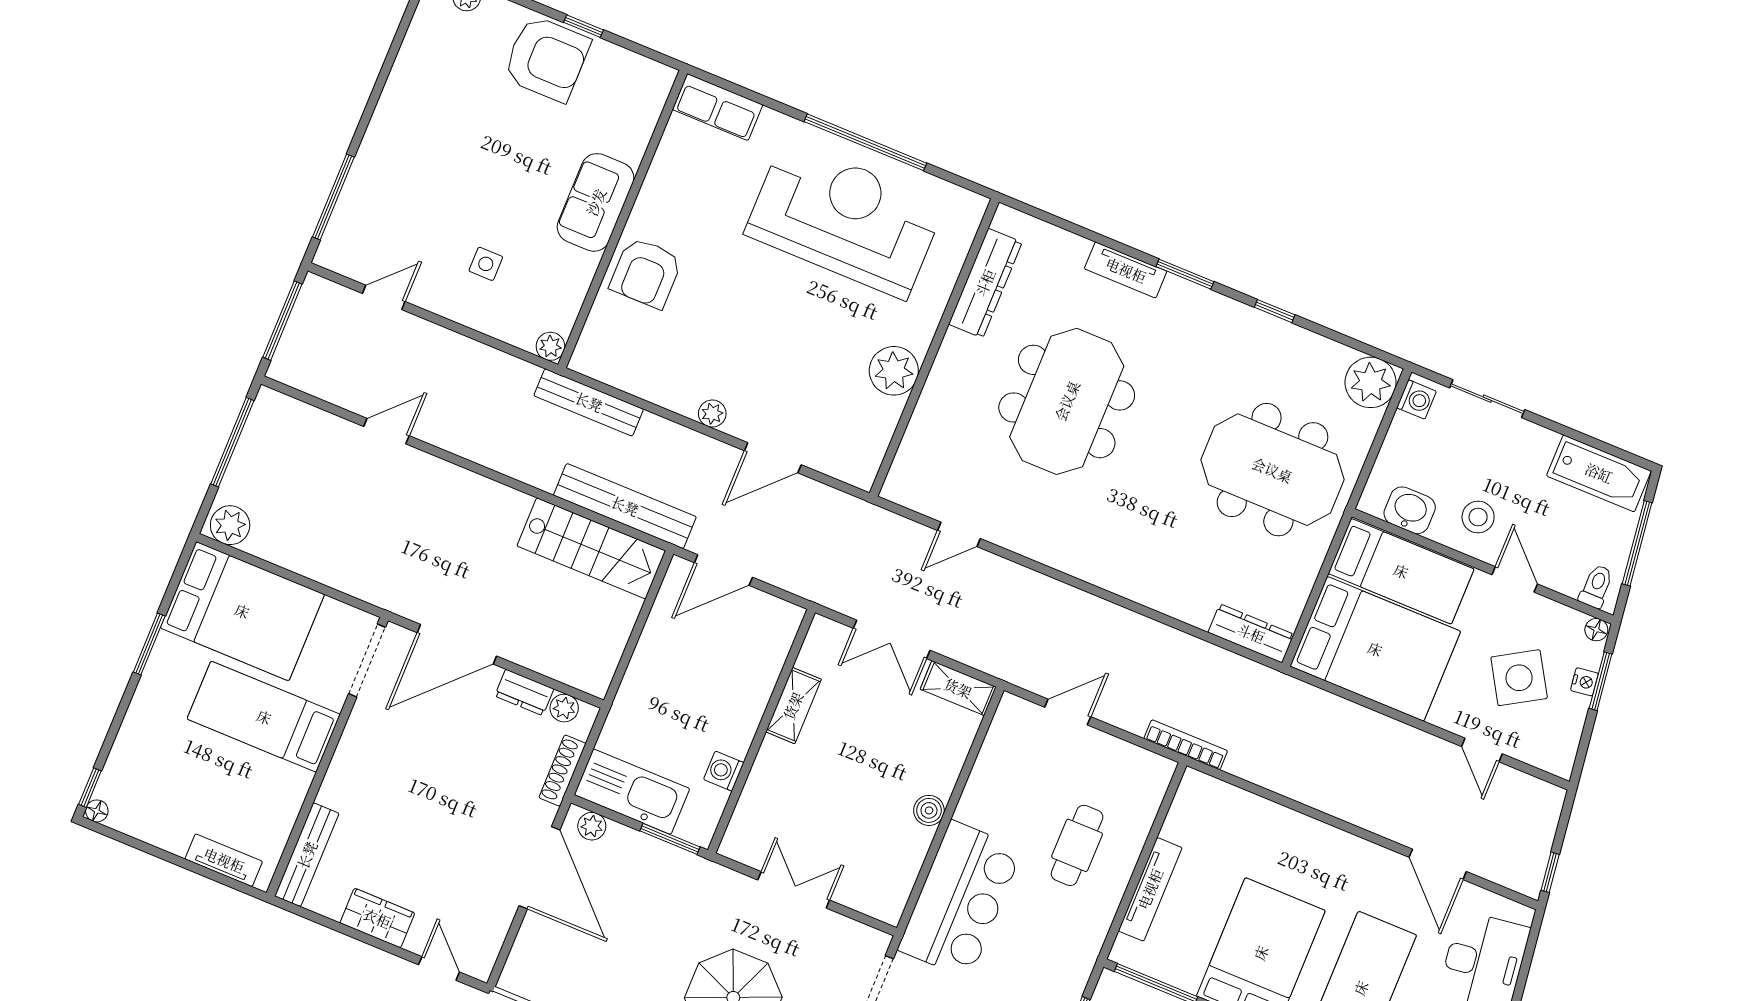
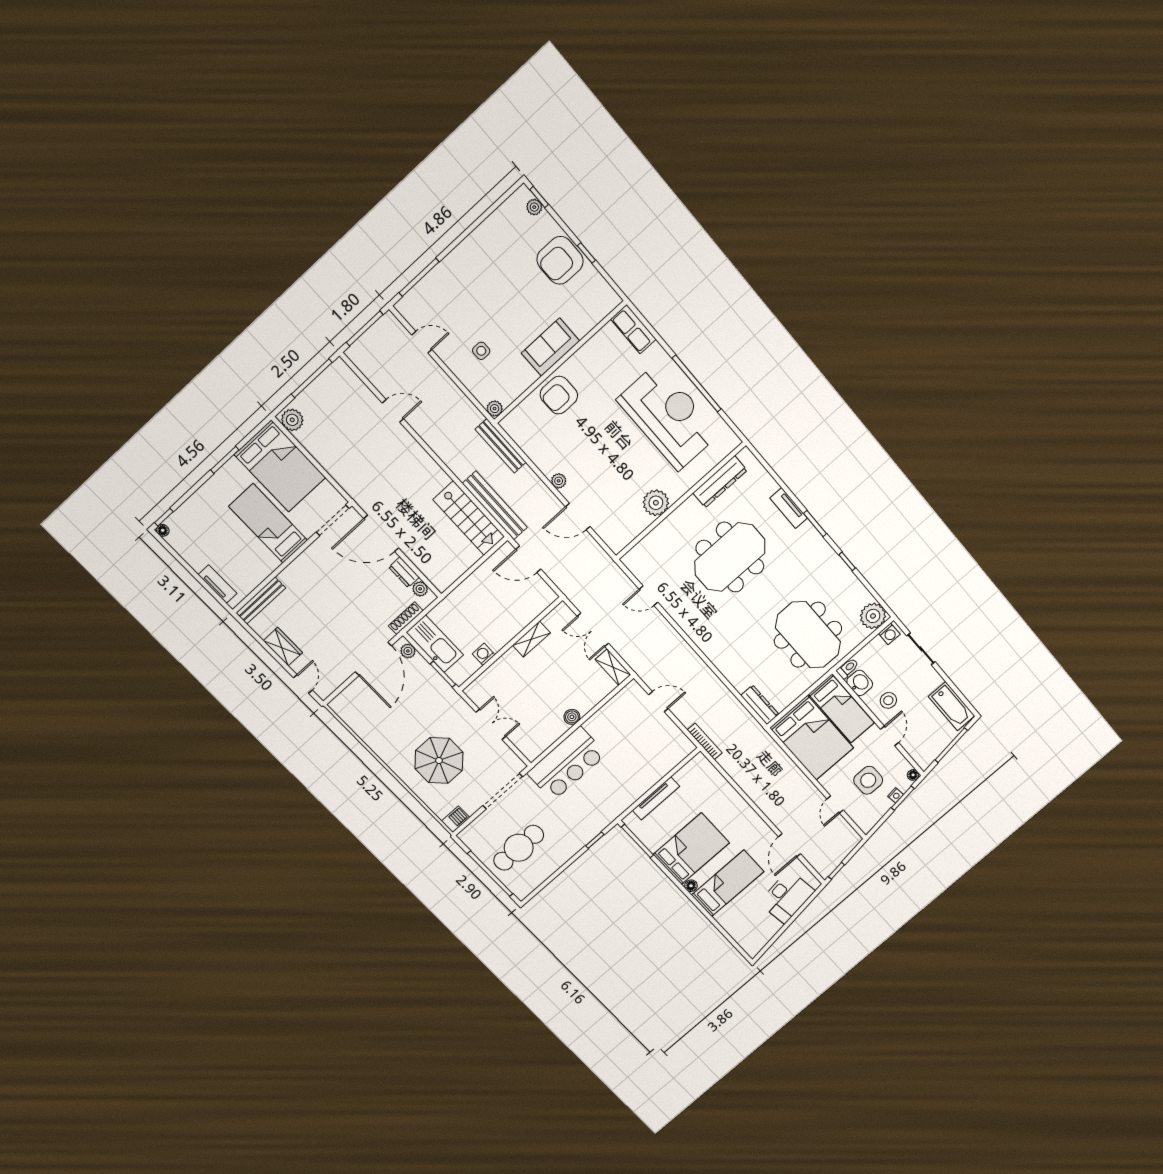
armchair: (547, 59) -> (560, 260), turned 90
toilet: (1596, 586) -> (848, 668), moved
side table: (1519, 678) -> (868, 780), turned 31
cafe table: (1077, 845) -> (632, 764), removed

